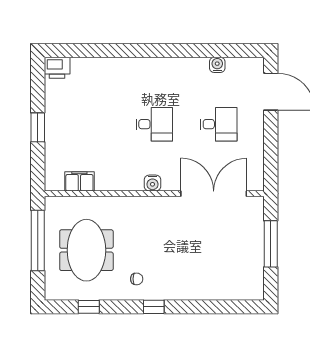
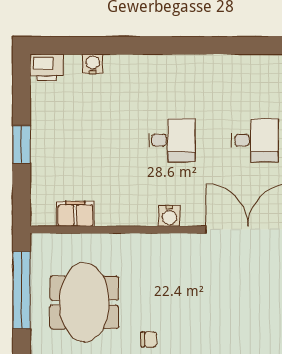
water cooler: (217, 65) -> (93, 64), moved

